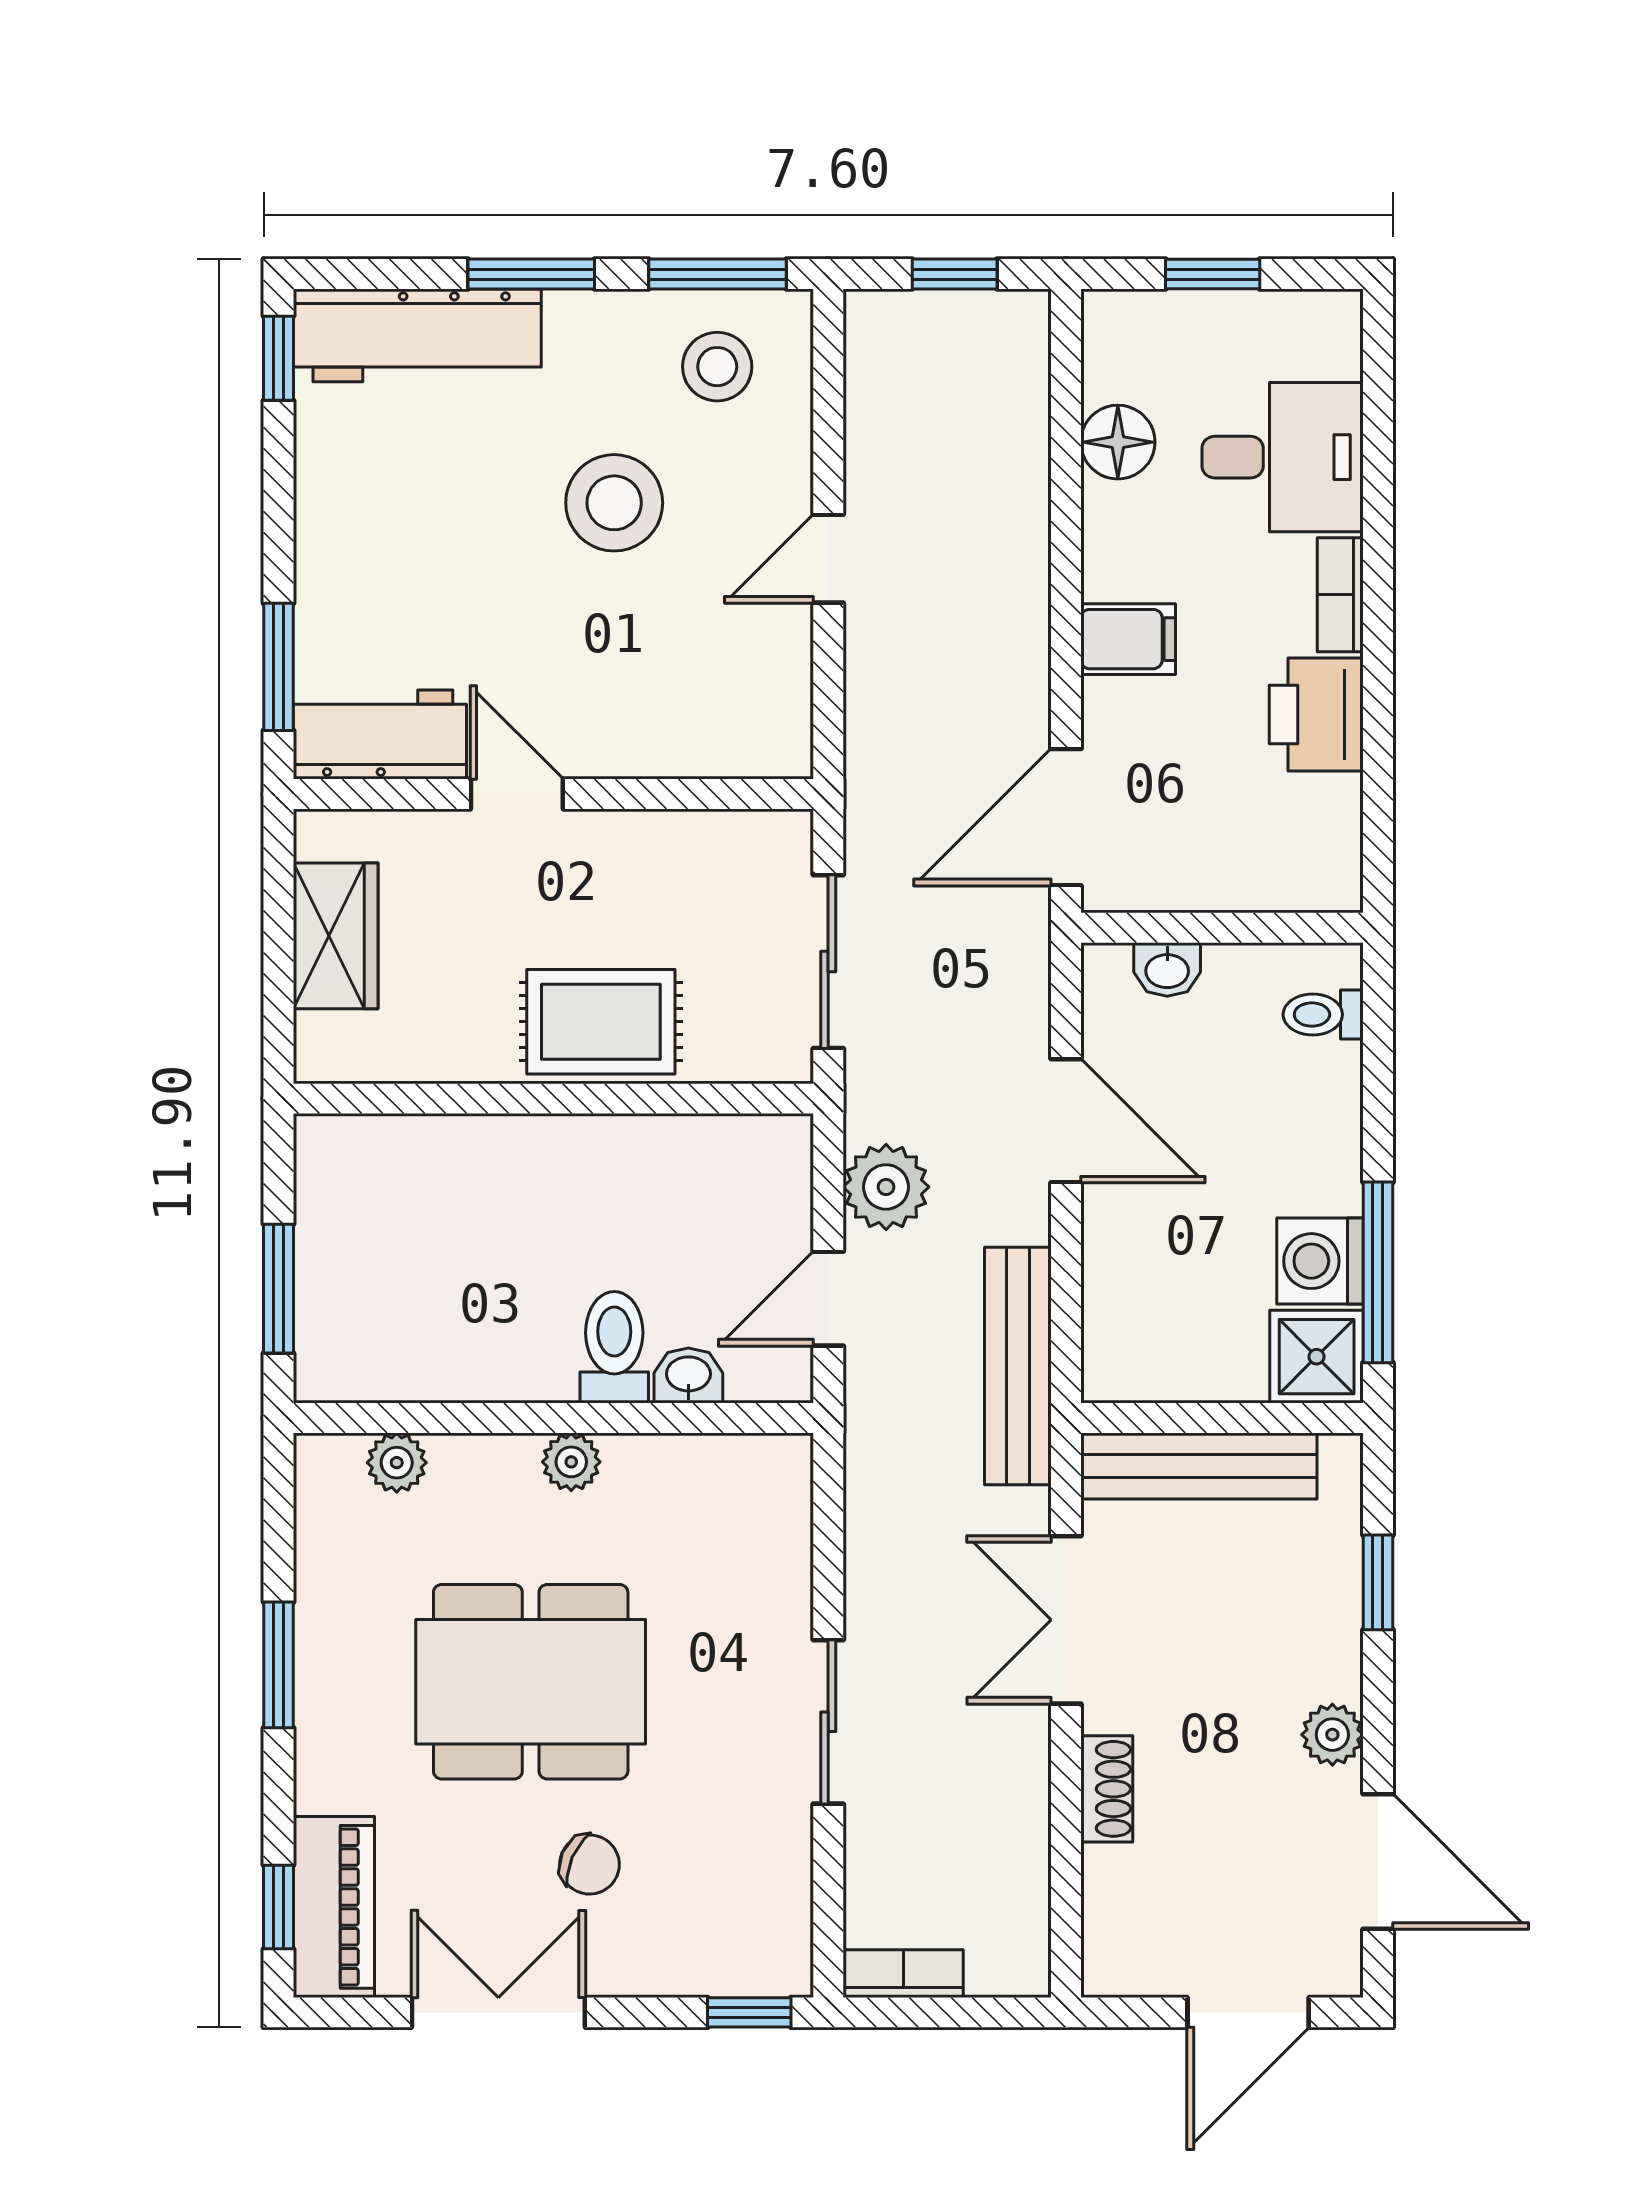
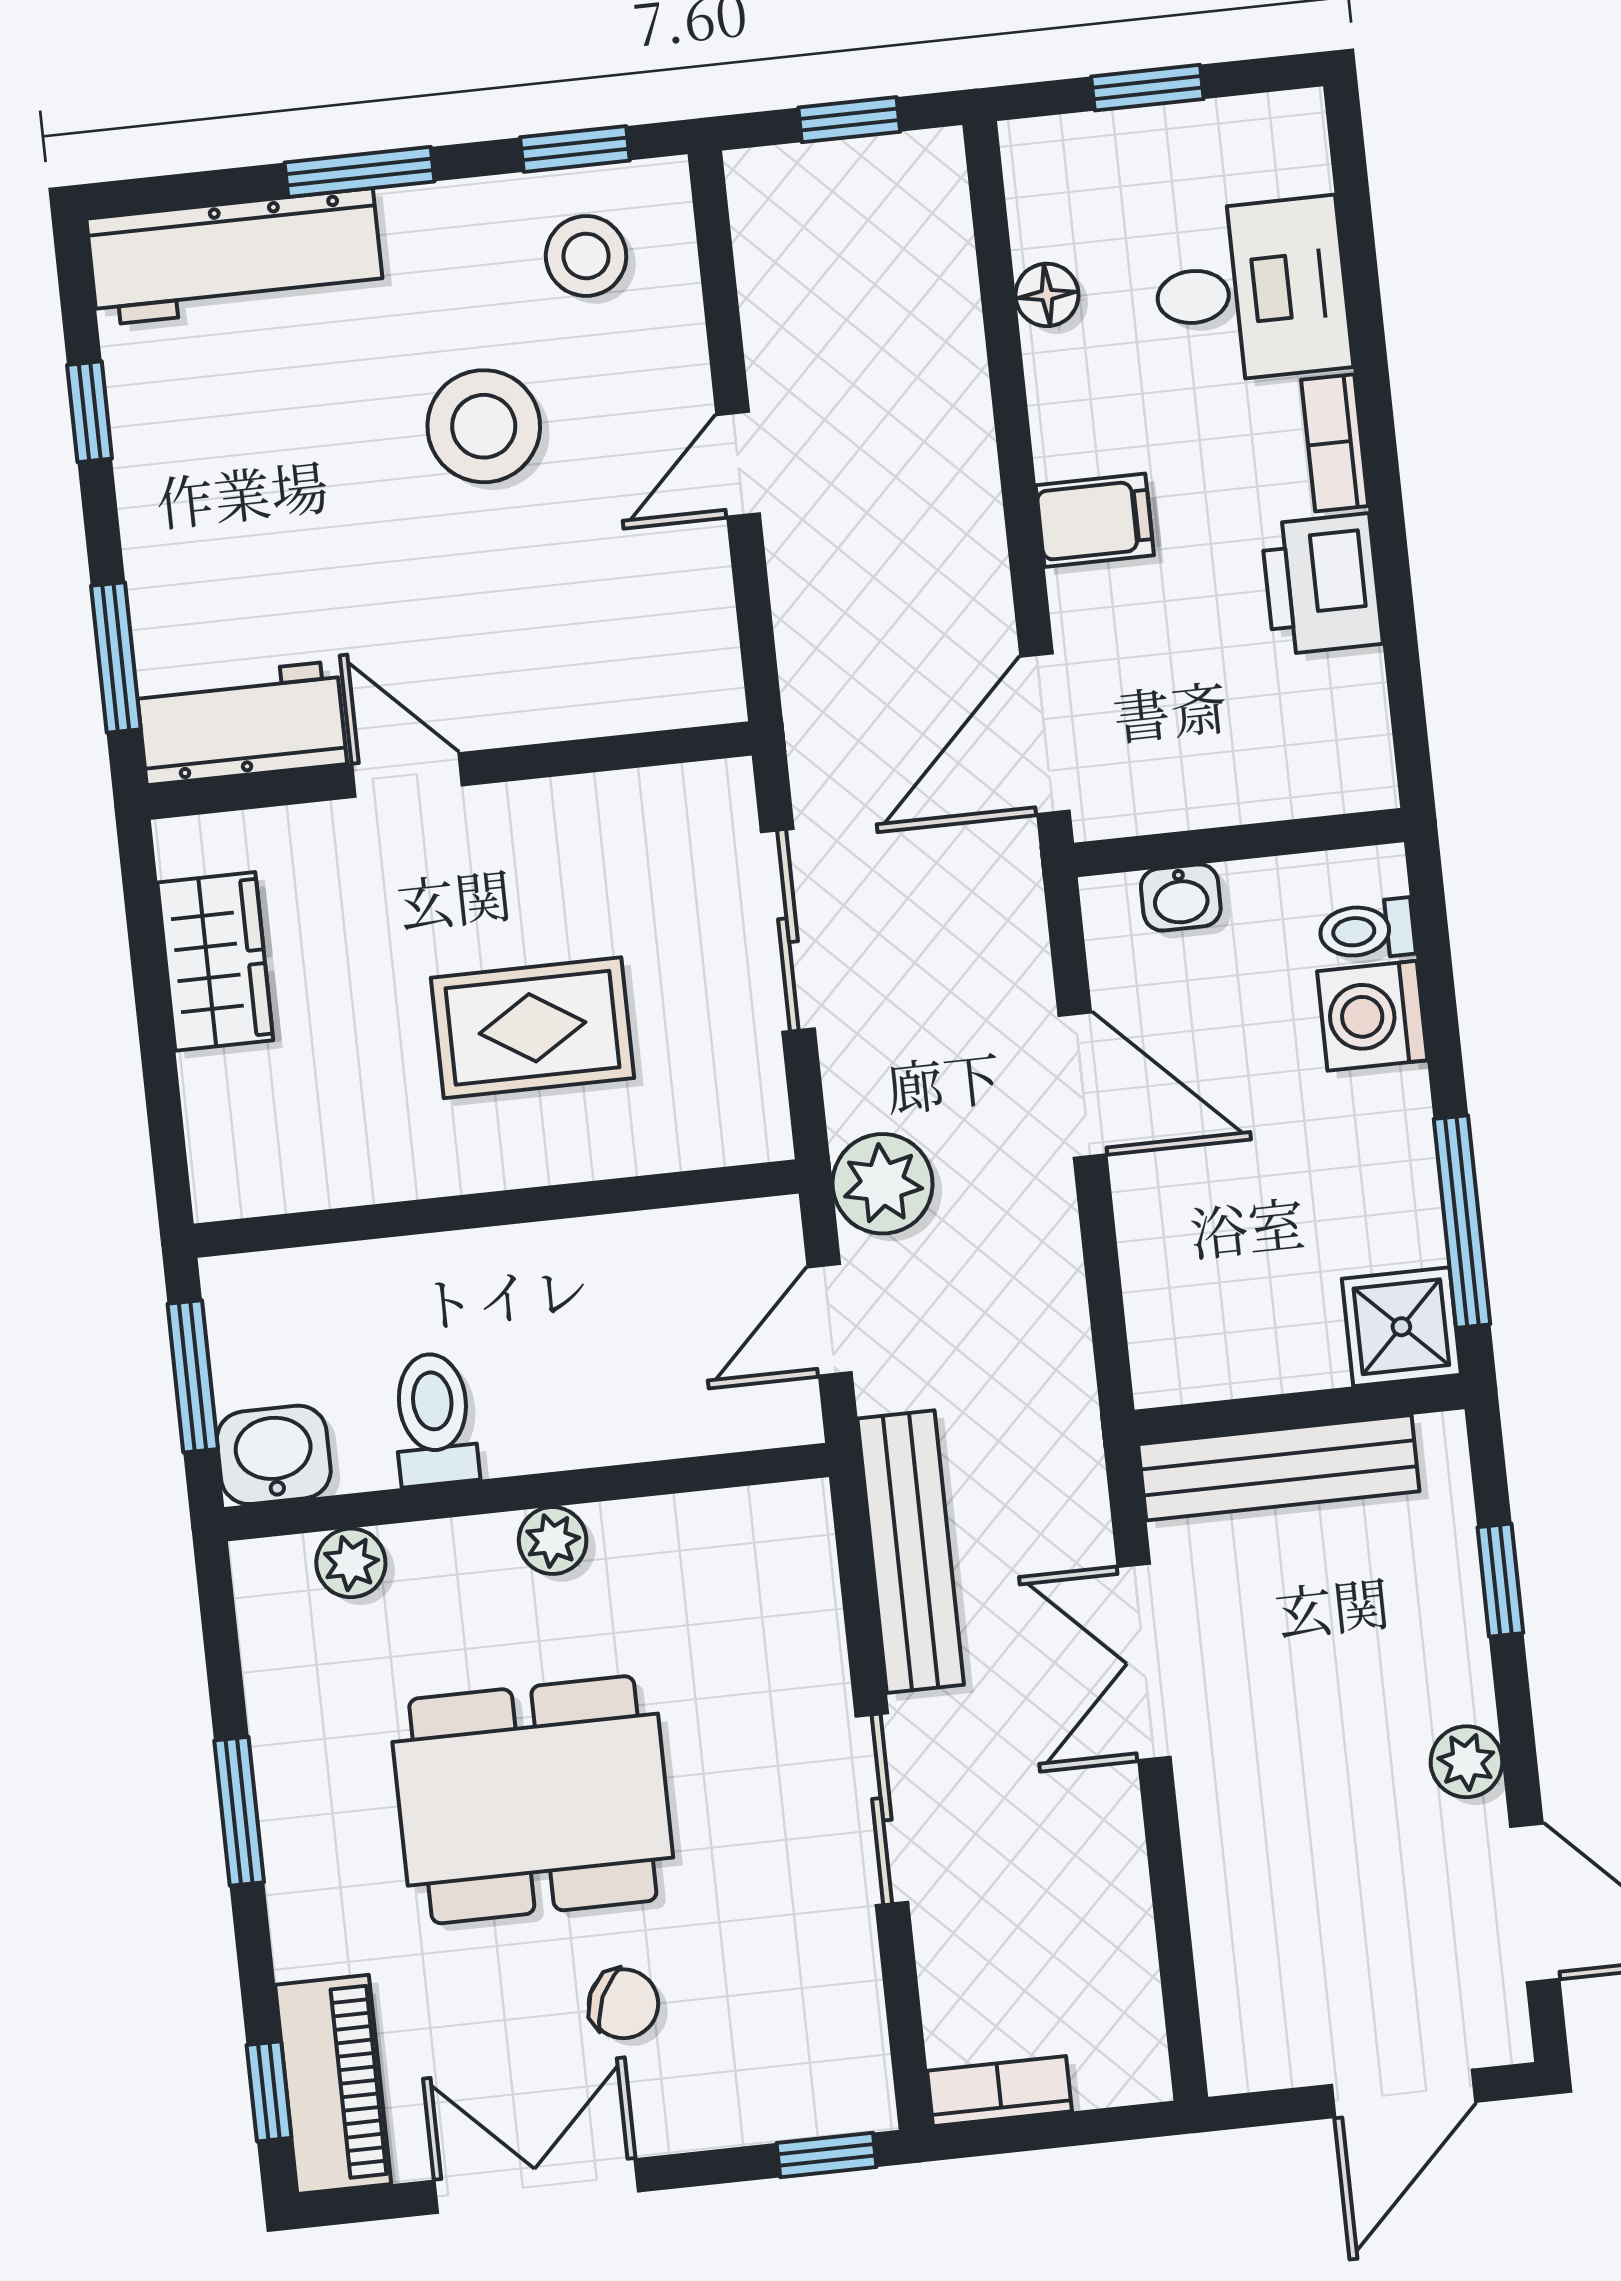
window: (718, 274) -> (575, 149), width x0.67
window: (278, 358) -> (90, 412), moved
floor lamp: (1118, 442) -> (1047, 295), width x0.73, depth x0.73
wall: (553, 1099) -> (496, 1209), moved
washing machine: (1320, 1261) -> (1372, 1016), moved
toilet: (614, 1347) -> (434, 1419), moved
bench: (1018, 1366) -> (911, 1552), moved
washbasin: (688, 1376) -> (274, 1455), moved, width x1.38, depth x1.45
shoe rack: (1107, 1789) -> (1212, 1852), removed

